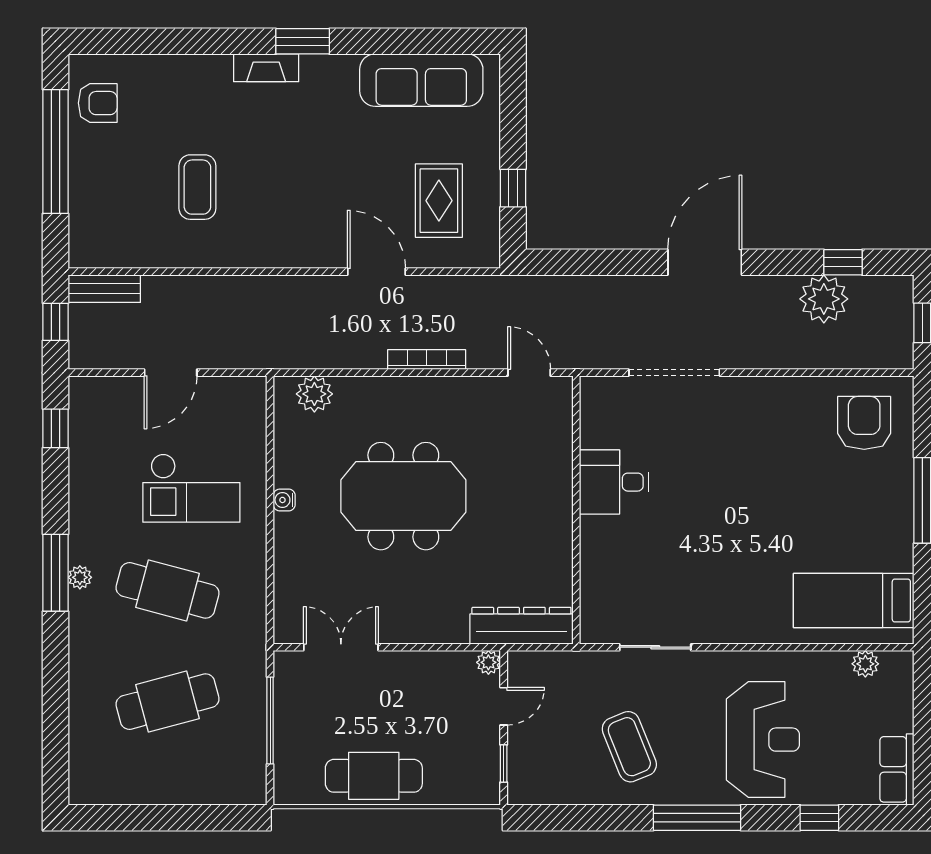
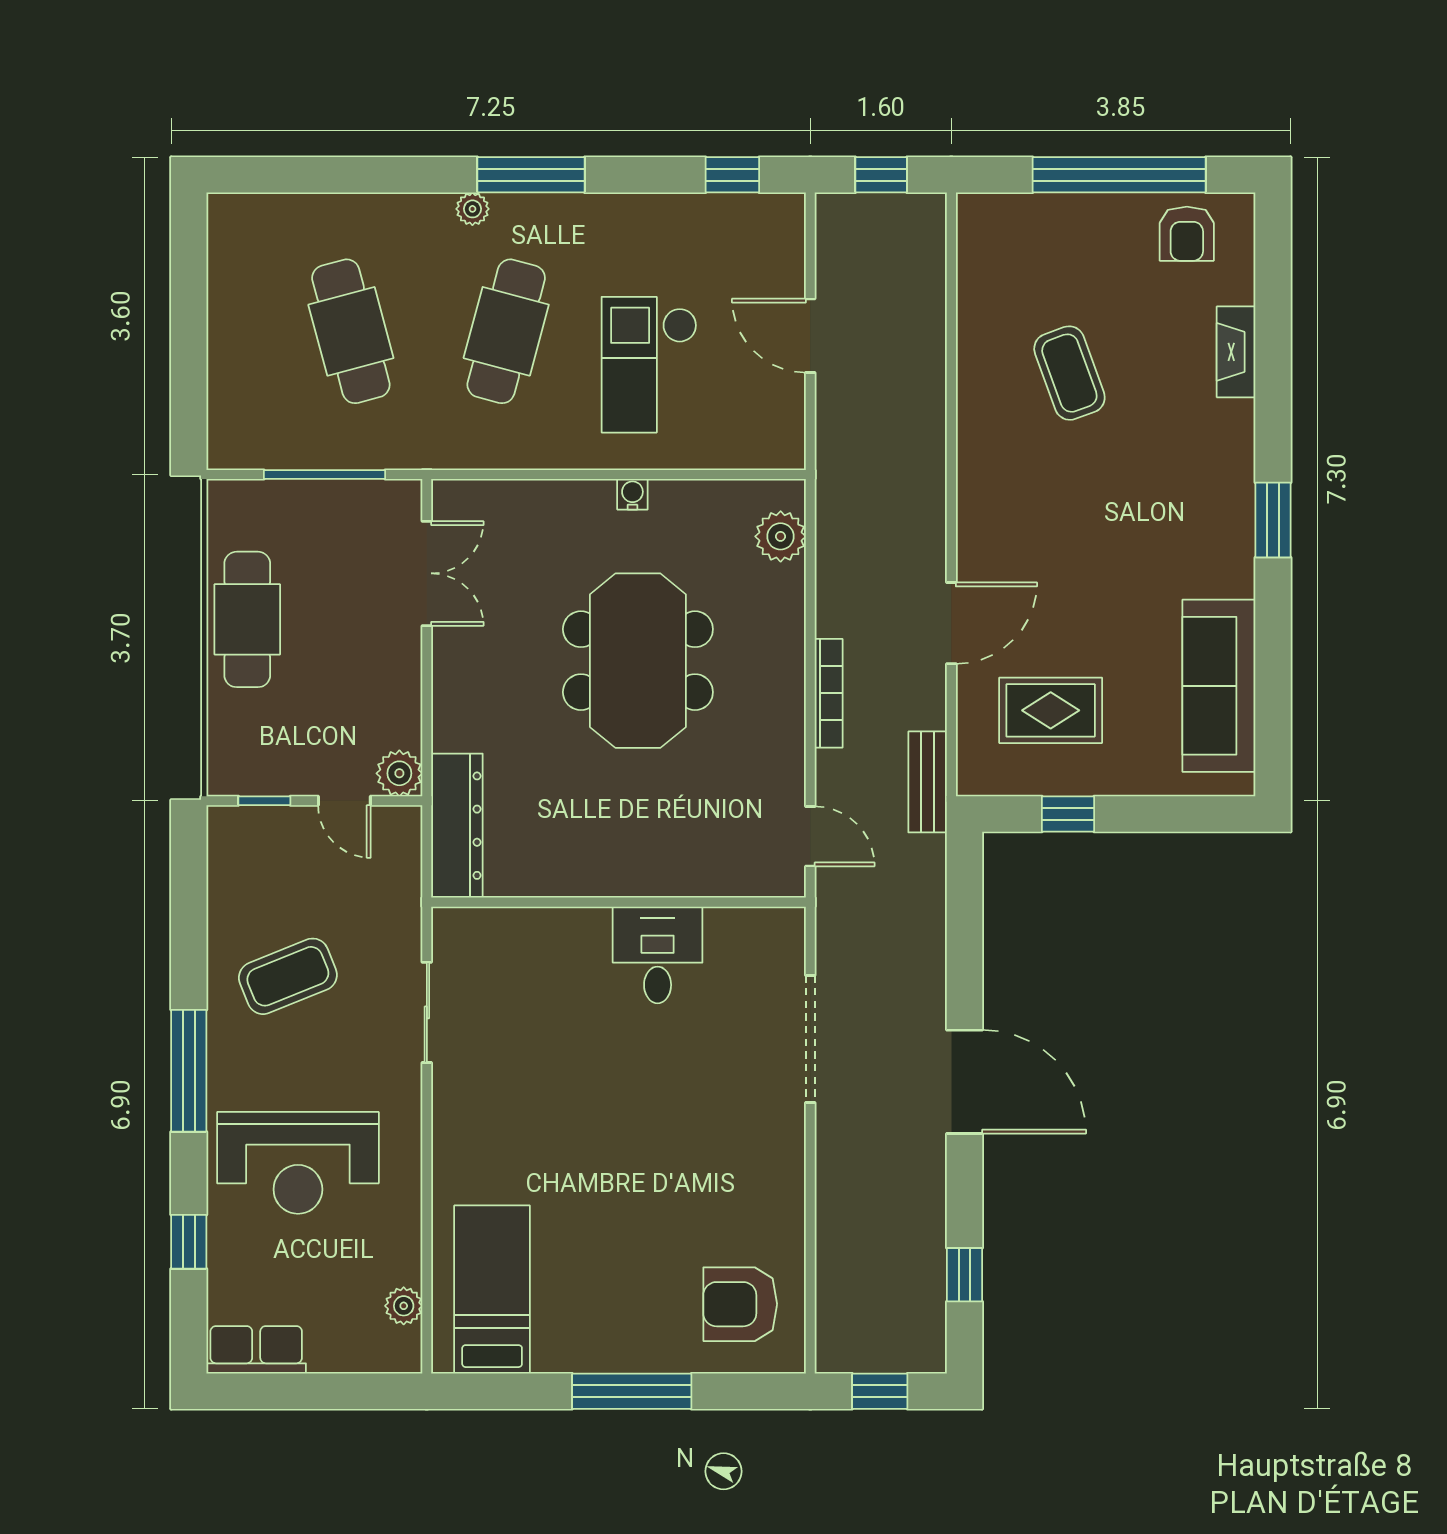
fireplace: (266, 68) -> (1236, 352), moved
coffee table: (197, 187) -> (1069, 373), turned 70
bench: (104, 289) -> (928, 782), moved
plant: (824, 299) -> (913, 1248), removed
door: (529, 373) -> (810, 836), hinge flipped
armchair: (864, 423) -> (740, 1304), turned 180
plant: (80, 577) -> (472, 209), moved
plant: (488, 662) -> (399, 773), width x1.38, depth x1.38

